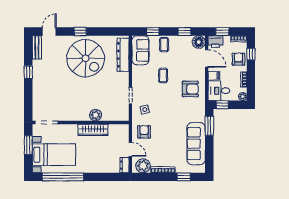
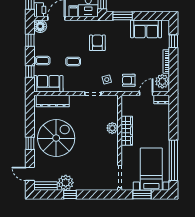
plant: (40, 68) -> (66, 183), added
armchair: (190, 89) -> (97, 43), moved
sofa: (196, 144) -> (146, 29), width x0.73

